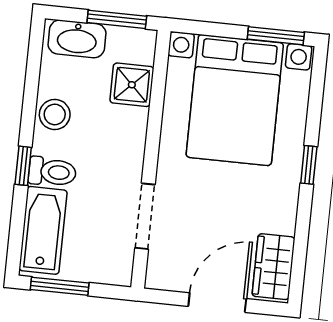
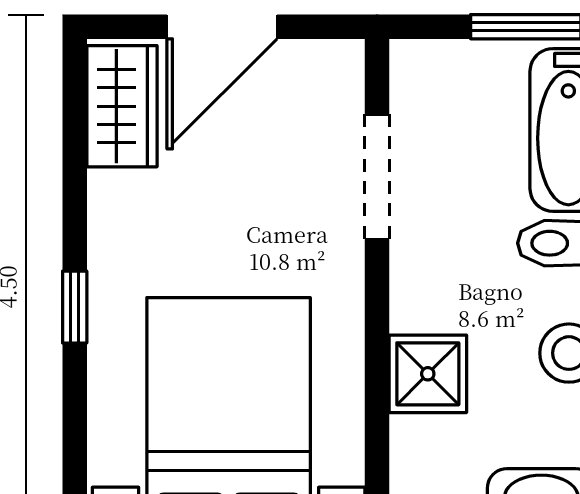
shower: (132, 85) -> (428, 374), moved

